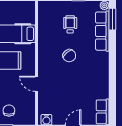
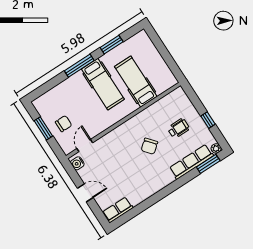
door: (36, 84) -> (85, 146), moved

